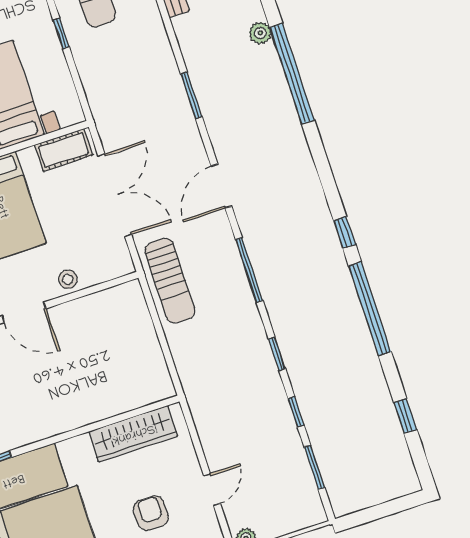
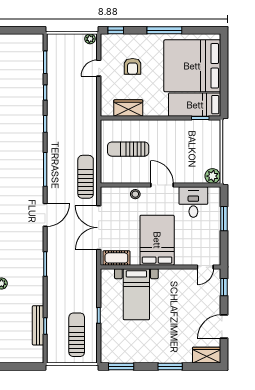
sun lounger: (108, 358) -> (128, 149), added
wardrobe: (133, 434) -> (128, 108), width x0.67

